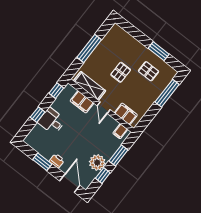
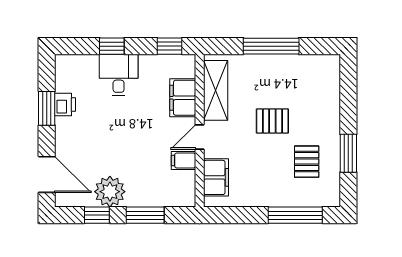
filing cabinet: (120, 131) -> (183, 160), moved
printer: (57, 161) -> (65, 105), moved
door: (70, 183) -> (47, 174), hinge flipped

